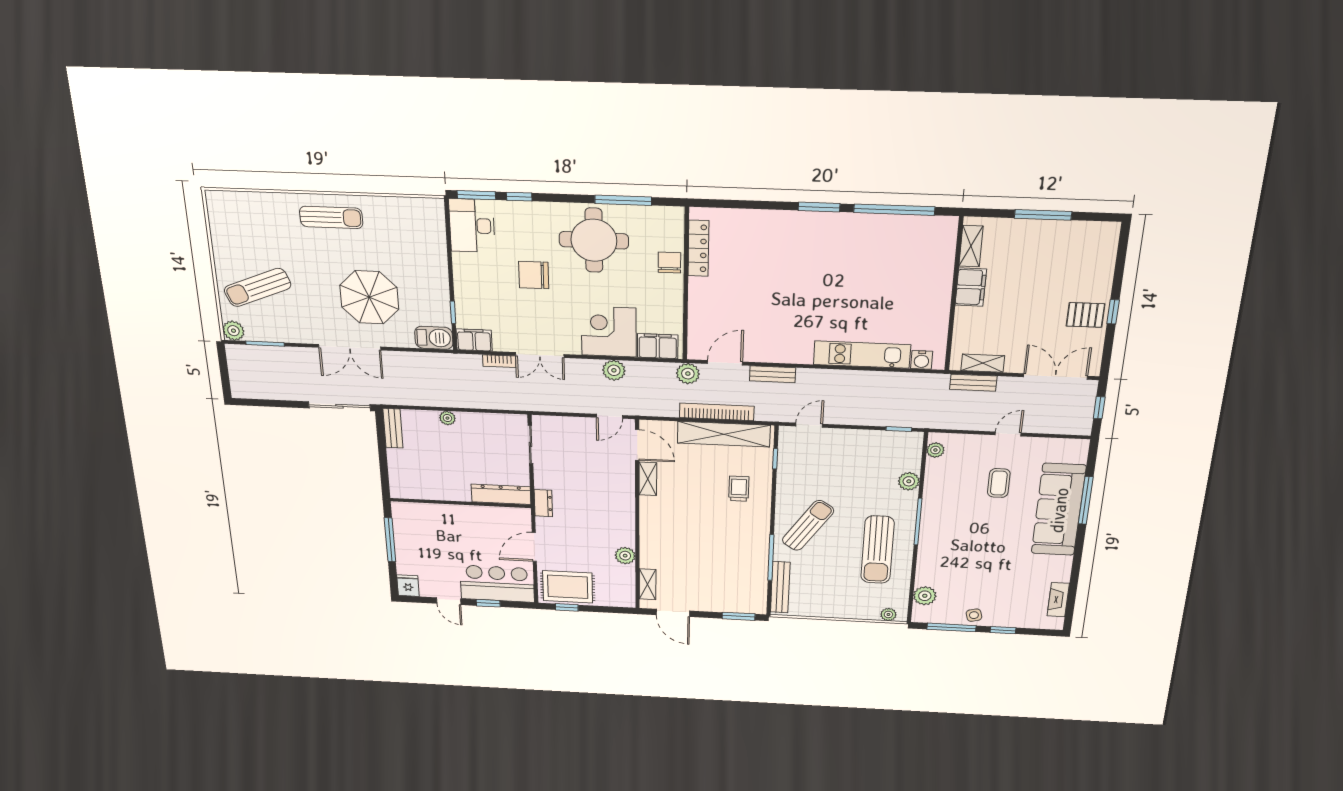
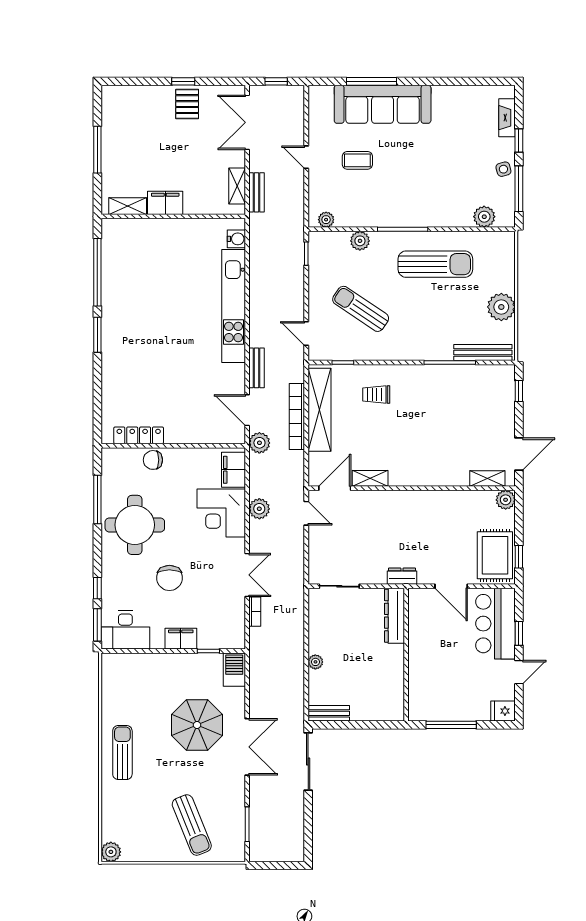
plant: (233, 331) -> (111, 852), moved
filing cabinet: (474, 340) -> (181, 639), moved, turned 90
kitchen unit: (862, 355) -> (234, 306), width x1.36
sun lounger: (808, 525) -> (361, 309), moved
plant: (625, 556) -> (506, 500), moved
fireplace: (1058, 600) -> (507, 118), moved, turned 90
plant: (888, 614) -> (501, 307), moved, width x1.88, depth x1.88
window: (739, 616) -> (519, 391), width x0.67

